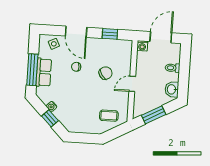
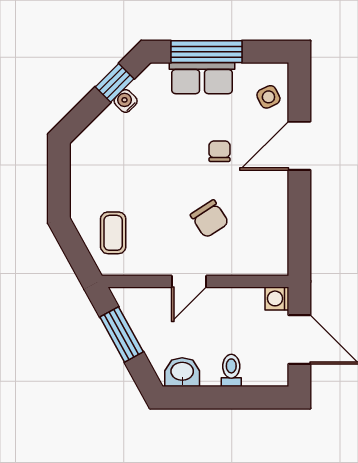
window: (110, 34) -> (299, 223), removed
door: (132, 84) -> (189, 281), swing flipped
window: (50, 118) -> (115, 83), moved

